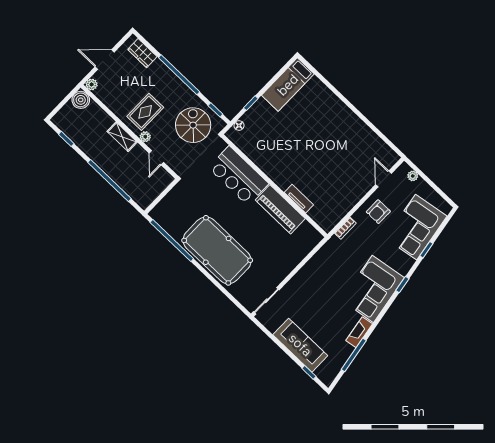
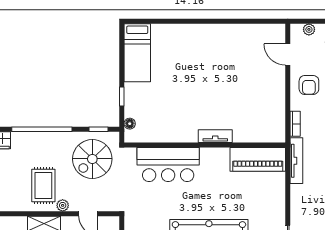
spiral stairs: (193, 125) -> (92, 159), turned -90
tv unit: (299, 199) -> (215, 136), moved
piano: (280, 209) -> (258, 159), moved
tv unit: (323, 253) -> (296, 161), added

